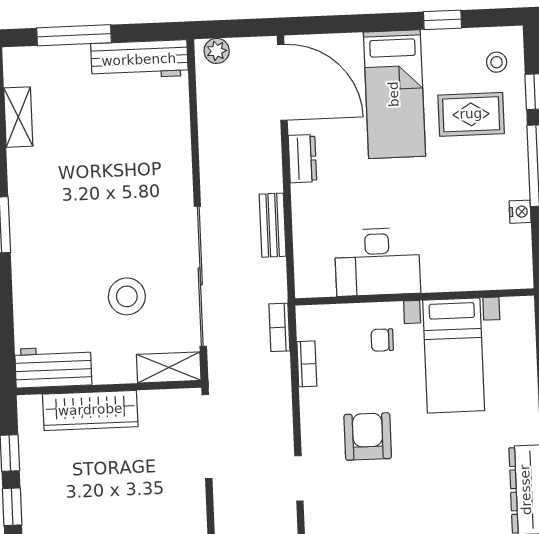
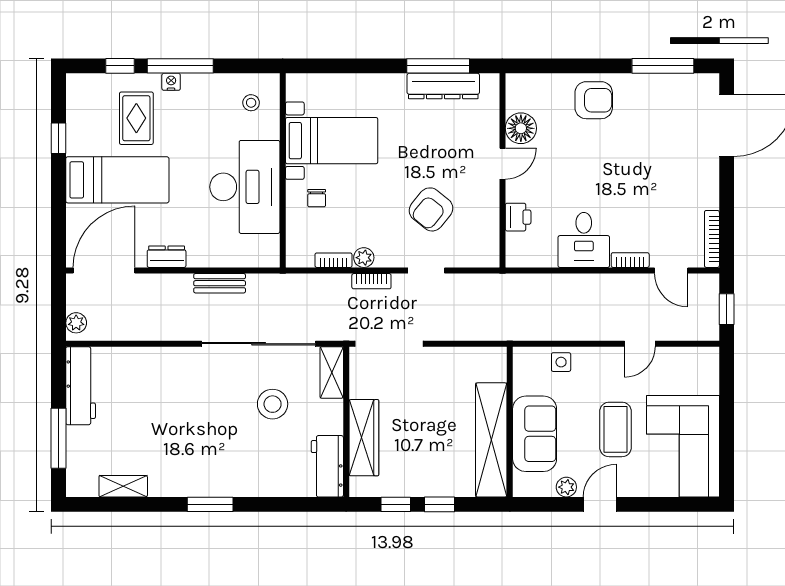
stool: (497, 62) -> (251, 103), moved
nightstand: (520, 212) -> (171, 82), moved
desk: (377, 262) -> (245, 187), width x1.36, depth x1.30
bookcase: (279, 327) -> (371, 281), moved
plant: (312, 401) -> (364, 258), added
armchair: (368, 436) -> (431, 209), moved, turned -51

